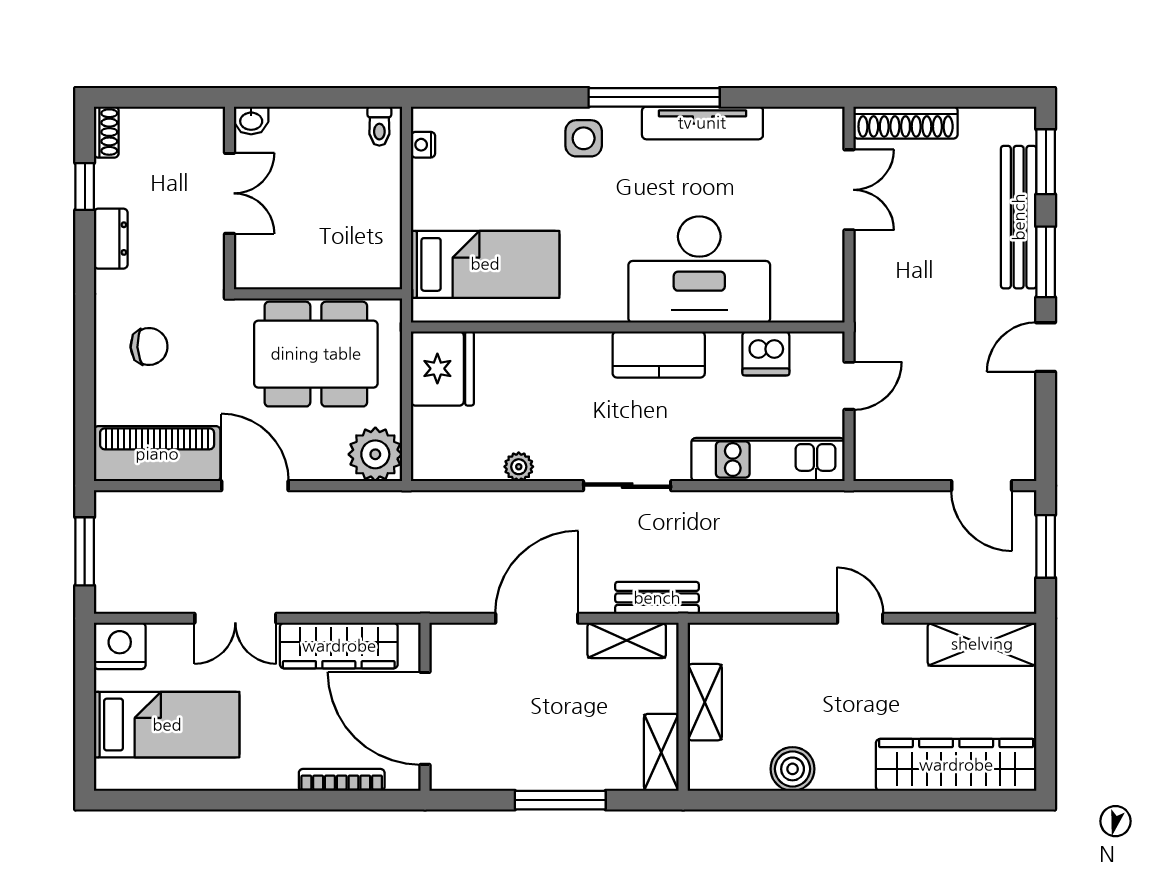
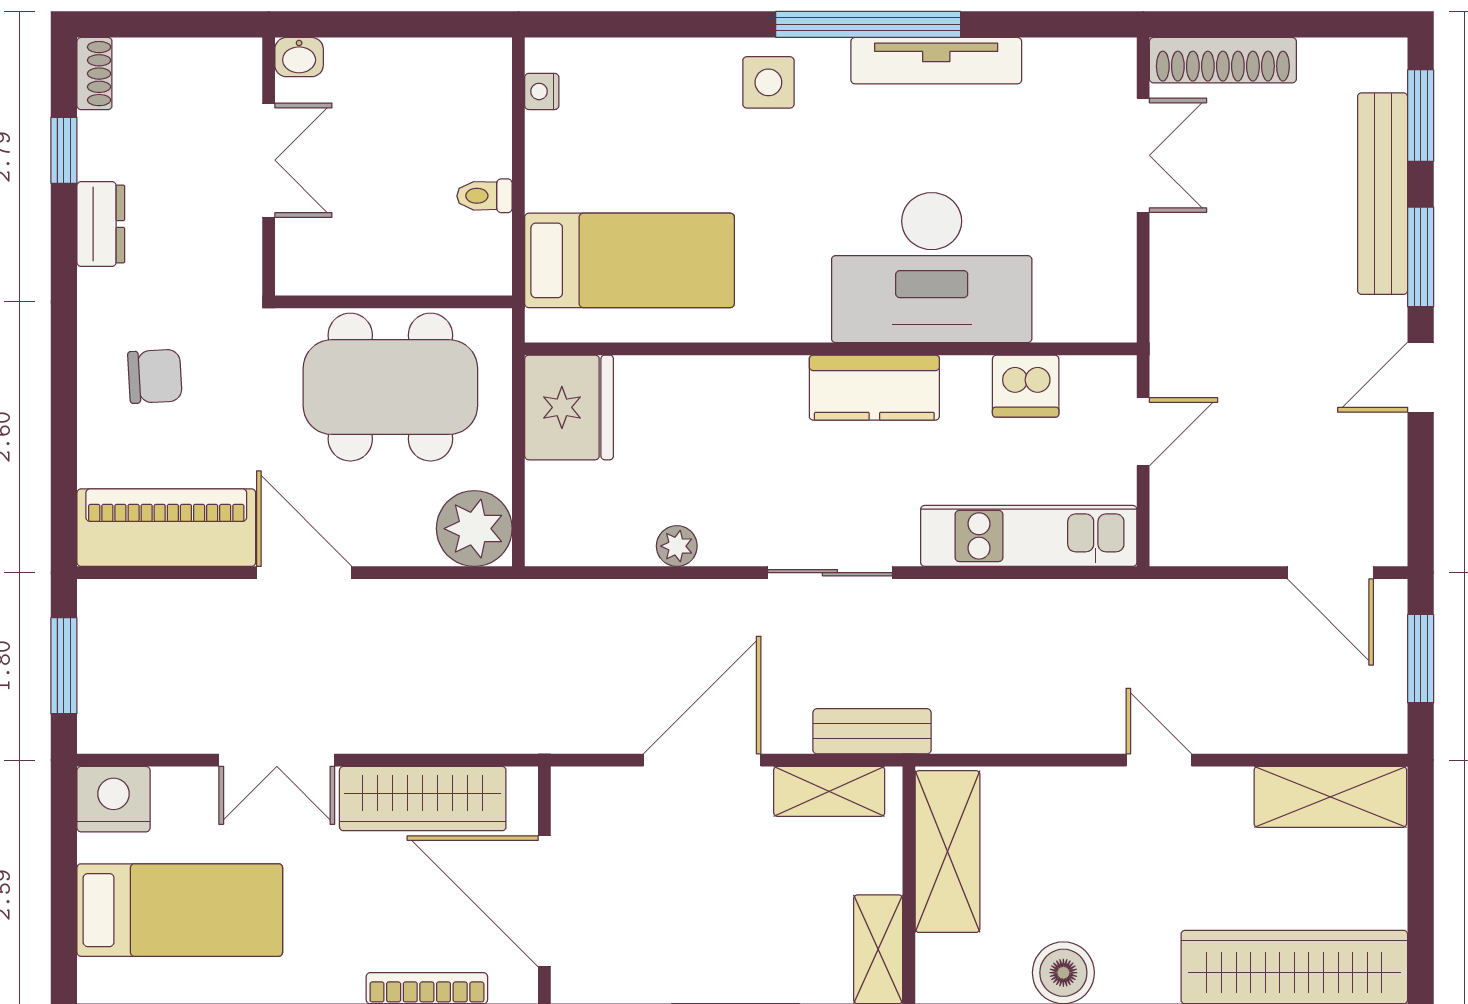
toilet: (379, 126) -> (485, 196), moved, turned 90
shelving: (705, 702) -> (948, 852), width x1.50, depth x1.33

